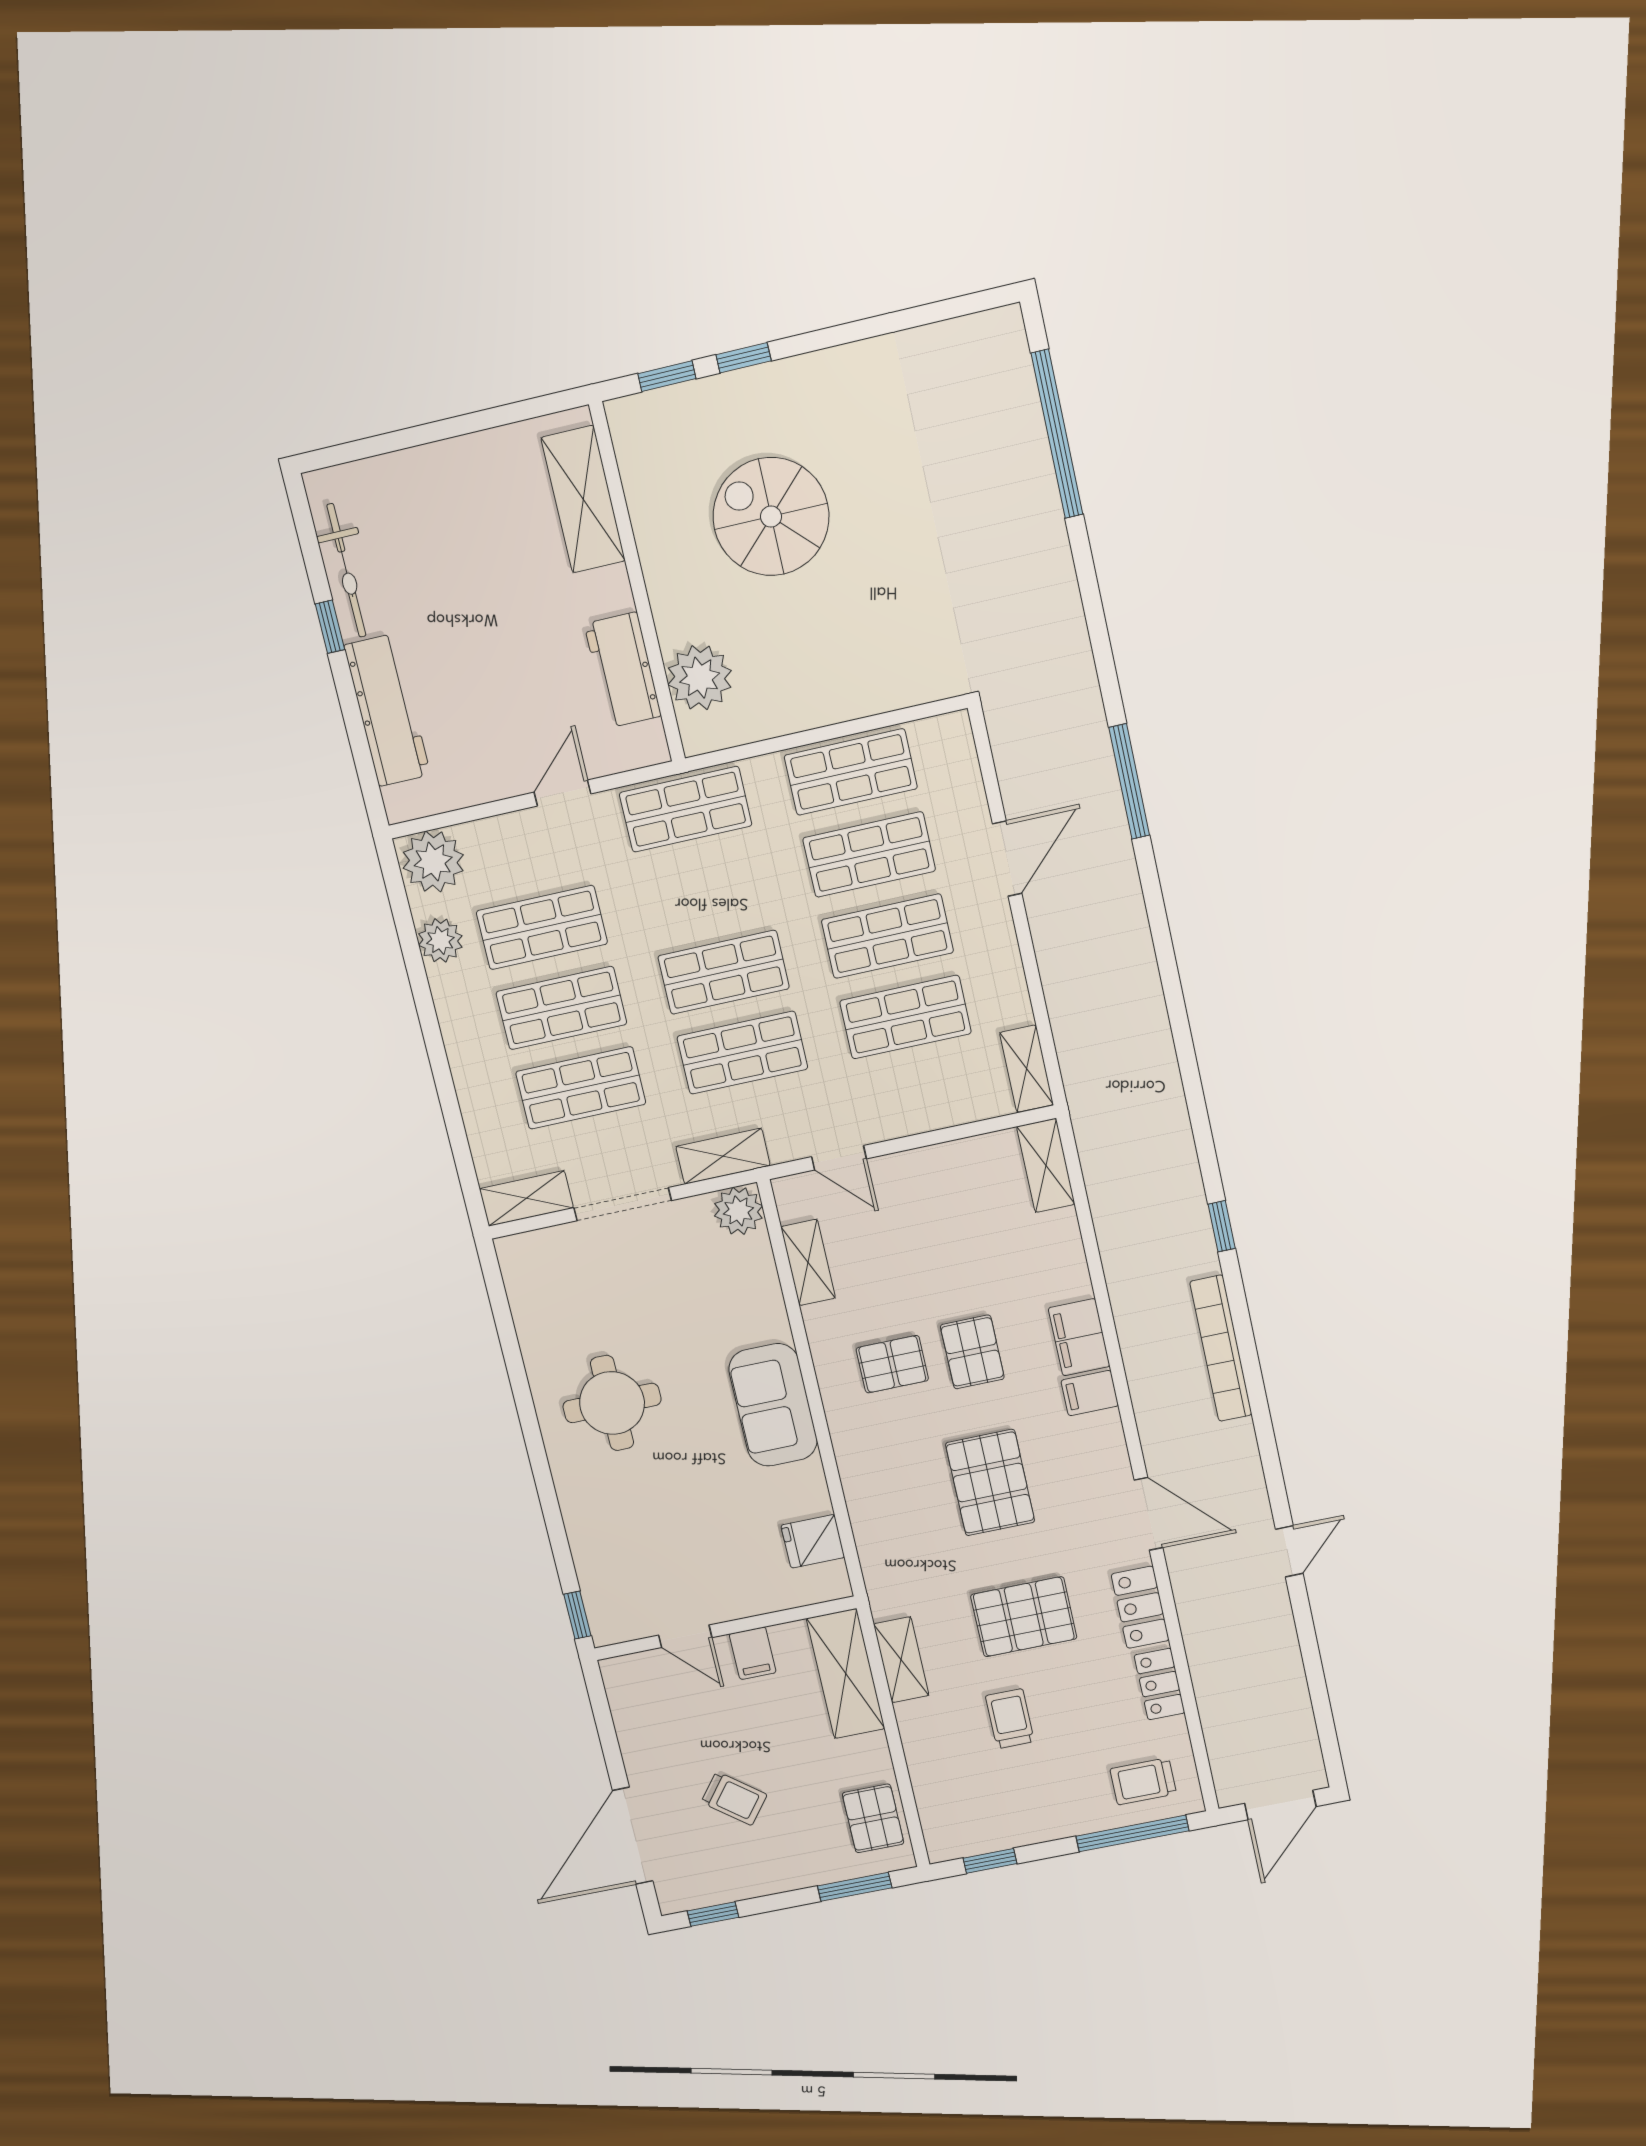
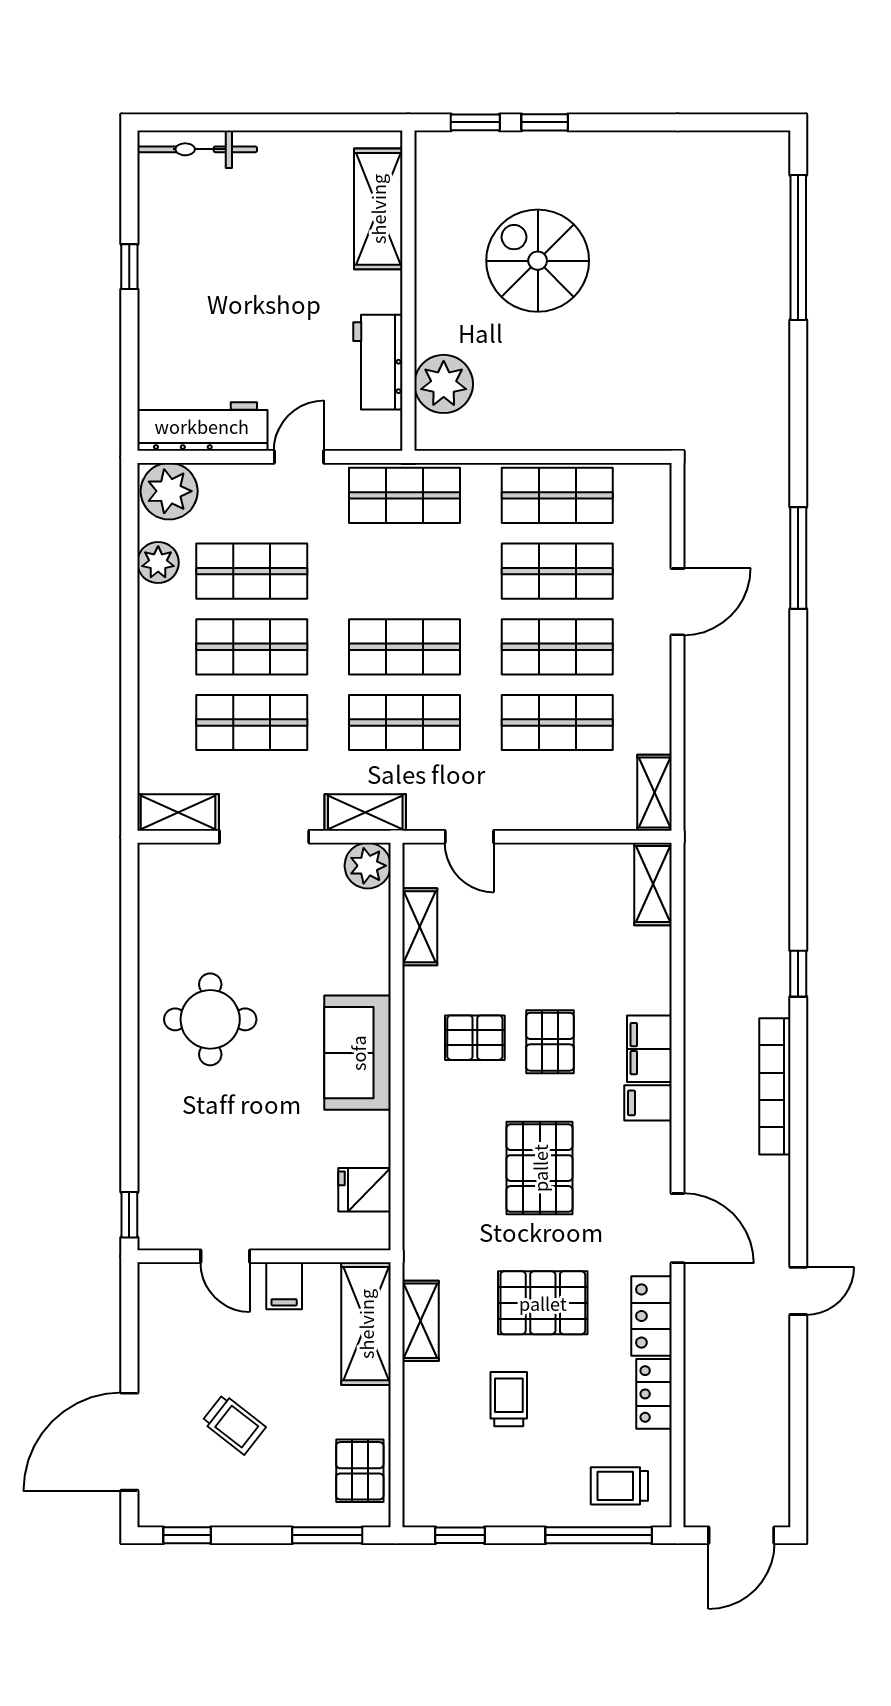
bicycle: (346, 570) -> (197, 149), moved, turned 90
workbench: (387, 710) -> (202, 426), moved, turned -90

